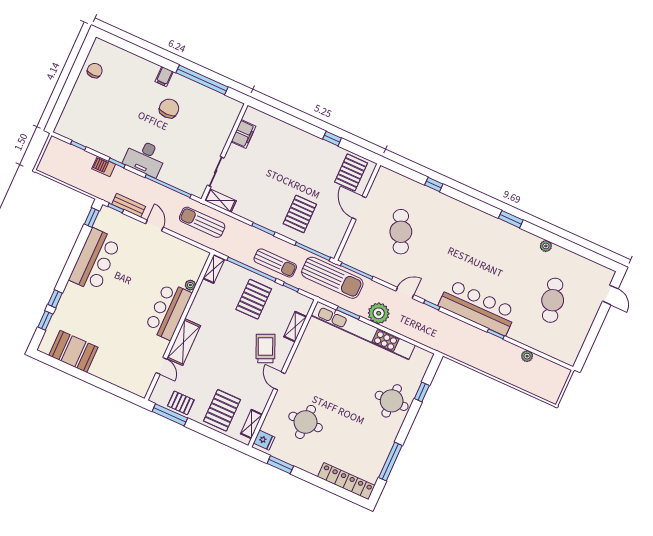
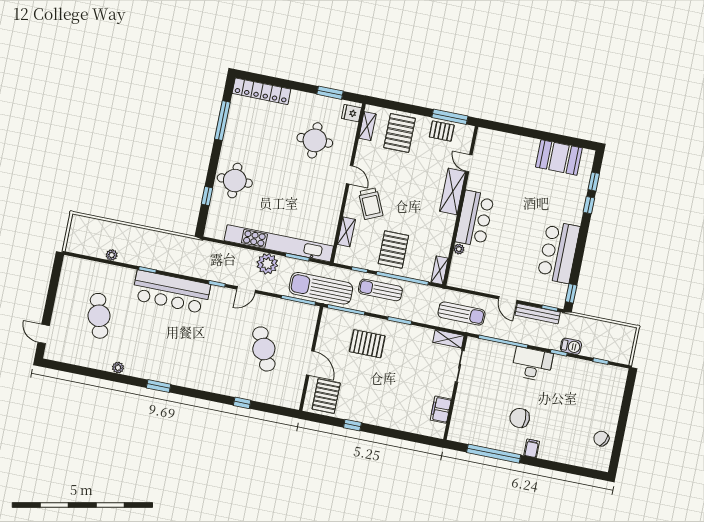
chair: (95, 71) -> (601, 439), turned 117
chair: (169, 109) -> (520, 418), turned 90
bench: (129, 205) -> (538, 314), width x1.36
pallet: (300, 214) -> (367, 344), turned 90

